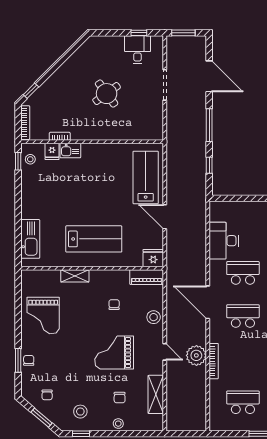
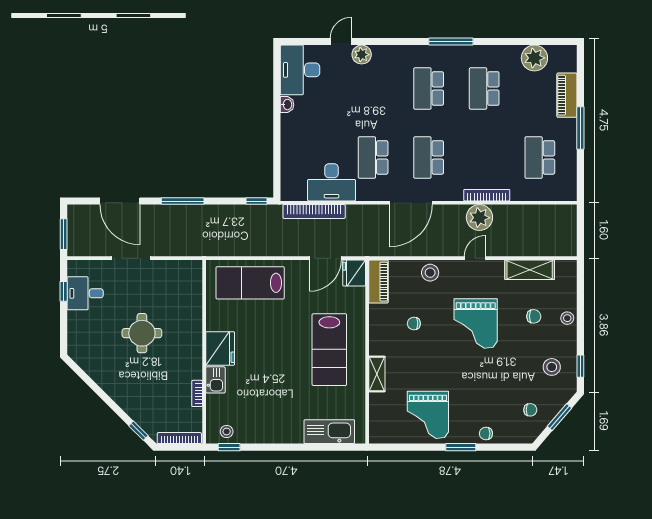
door: (209, 76) -> (120, 201), swing flipped
round table: (107, 94) -> (142, 333), turned 36
fridge: (52, 151) -> (220, 348), moved, width x1.88, depth x1.34
window: (209, 165) -> (257, 201), moved
door: (165, 217) -> (325, 258), moved
bookcase: (201, 227) -> (314, 212), added
lab bench: (94, 239) -> (329, 350), turned 180
grand piano: (43, 315) -> (428, 415), turned 90
window: (18, 360) -> (461, 447), moved

